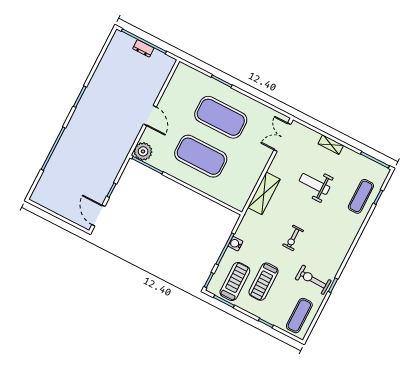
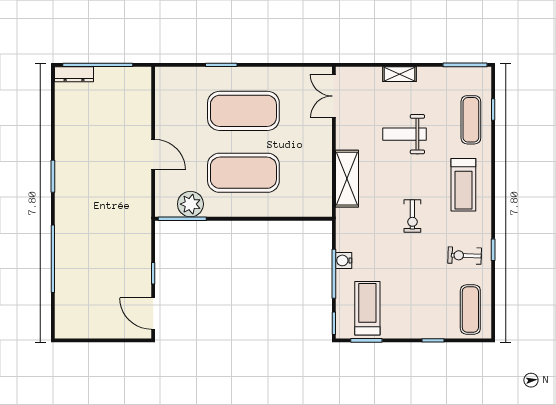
dresser: (143, 48) -> (74, 74), moved, width x1.44
plant: (143, 151) -> (190, 204), moved
exercise bike: (313, 280) -> (465, 256), width x0.73, depth x0.72
treadmill: (263, 282) -> (463, 185), moved

